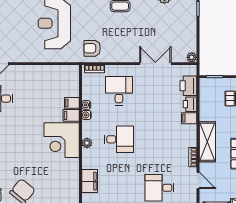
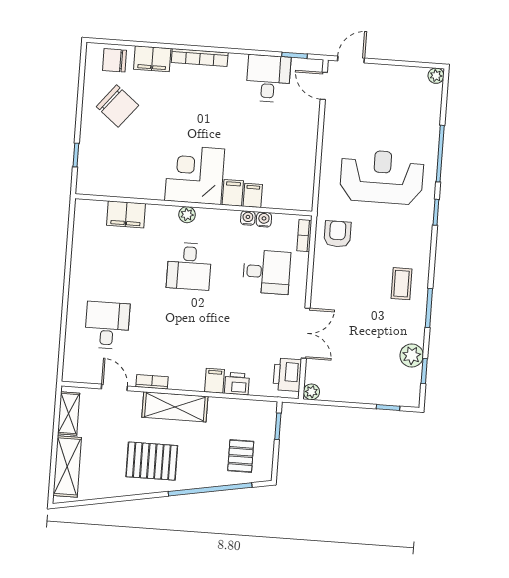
printer: (188, 86) -> (287, 375), moved, turned -90
water cooler: (86, 115) -> (264, 220), moved
door: (198, 180) -> (114, 387), swing flipped

